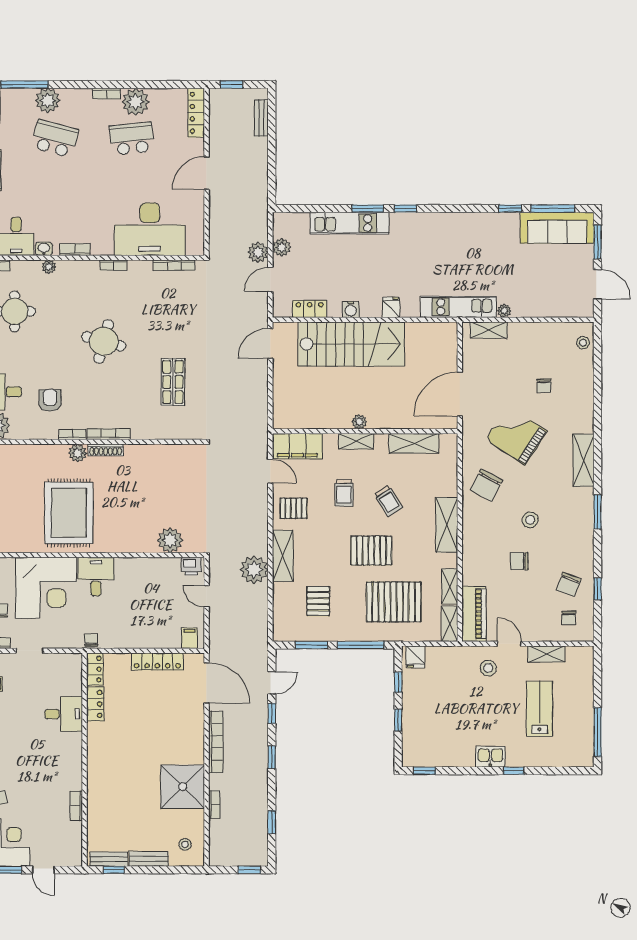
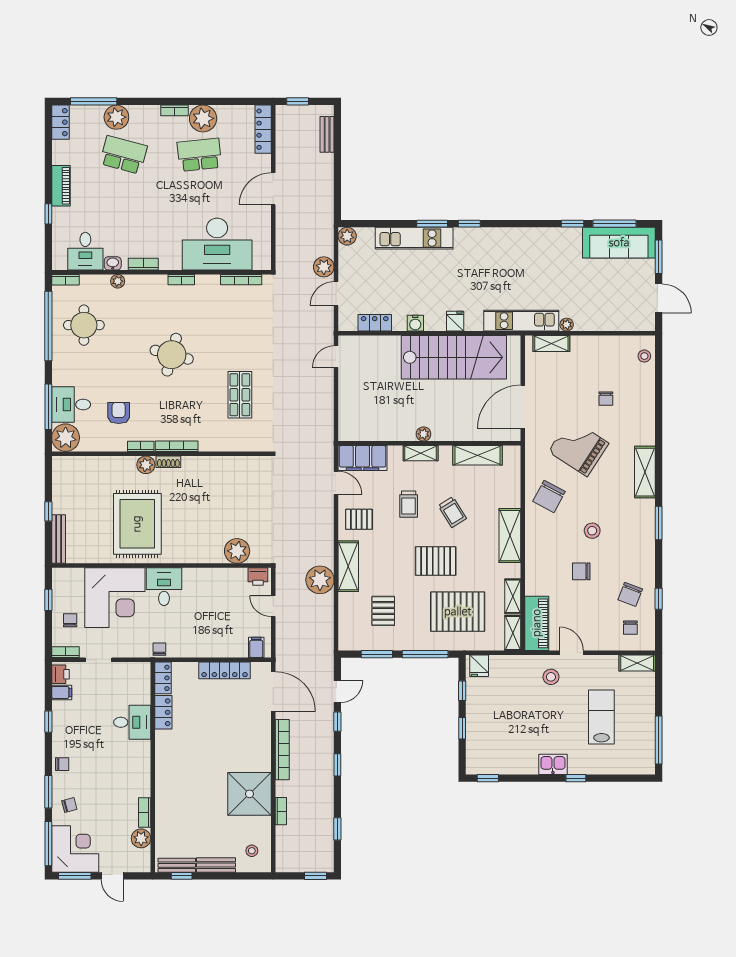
plant: (282, 247) -> (347, 236), moved
door: (270, 343) -> (336, 357), width x0.73
stairs: (351, 344) -> (454, 357), moved
shoe rack: (106, 450) -> (168, 462), width x0.70
shelving: (546, 654) -> (637, 663), moved
plant: (73, 832) -> (141, 838), added

